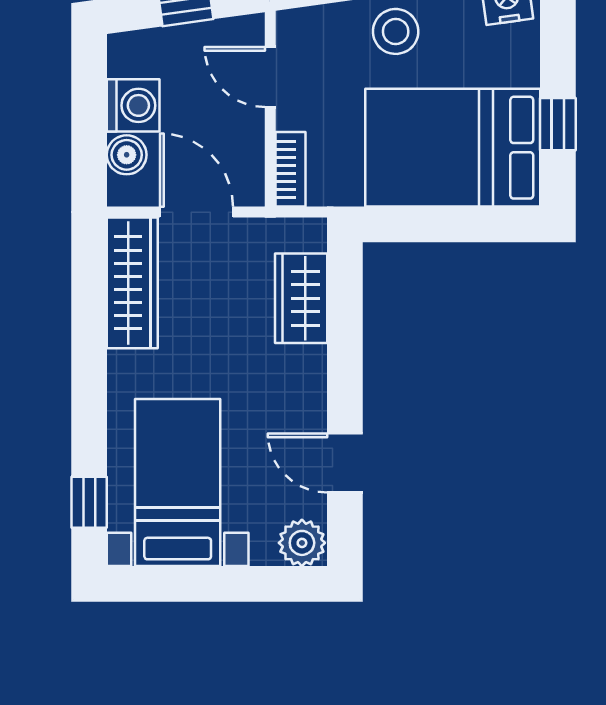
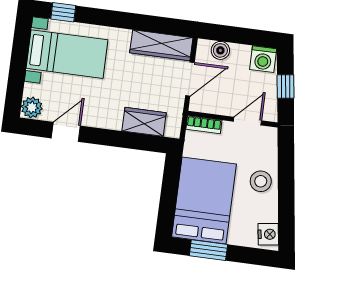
washing machine: (133, 105) -> (263, 59), moved
window: (558, 124) -> (208, 250), width x1.50

